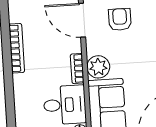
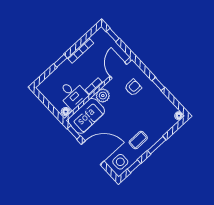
window: (9, 85) -> (60, 61), added

